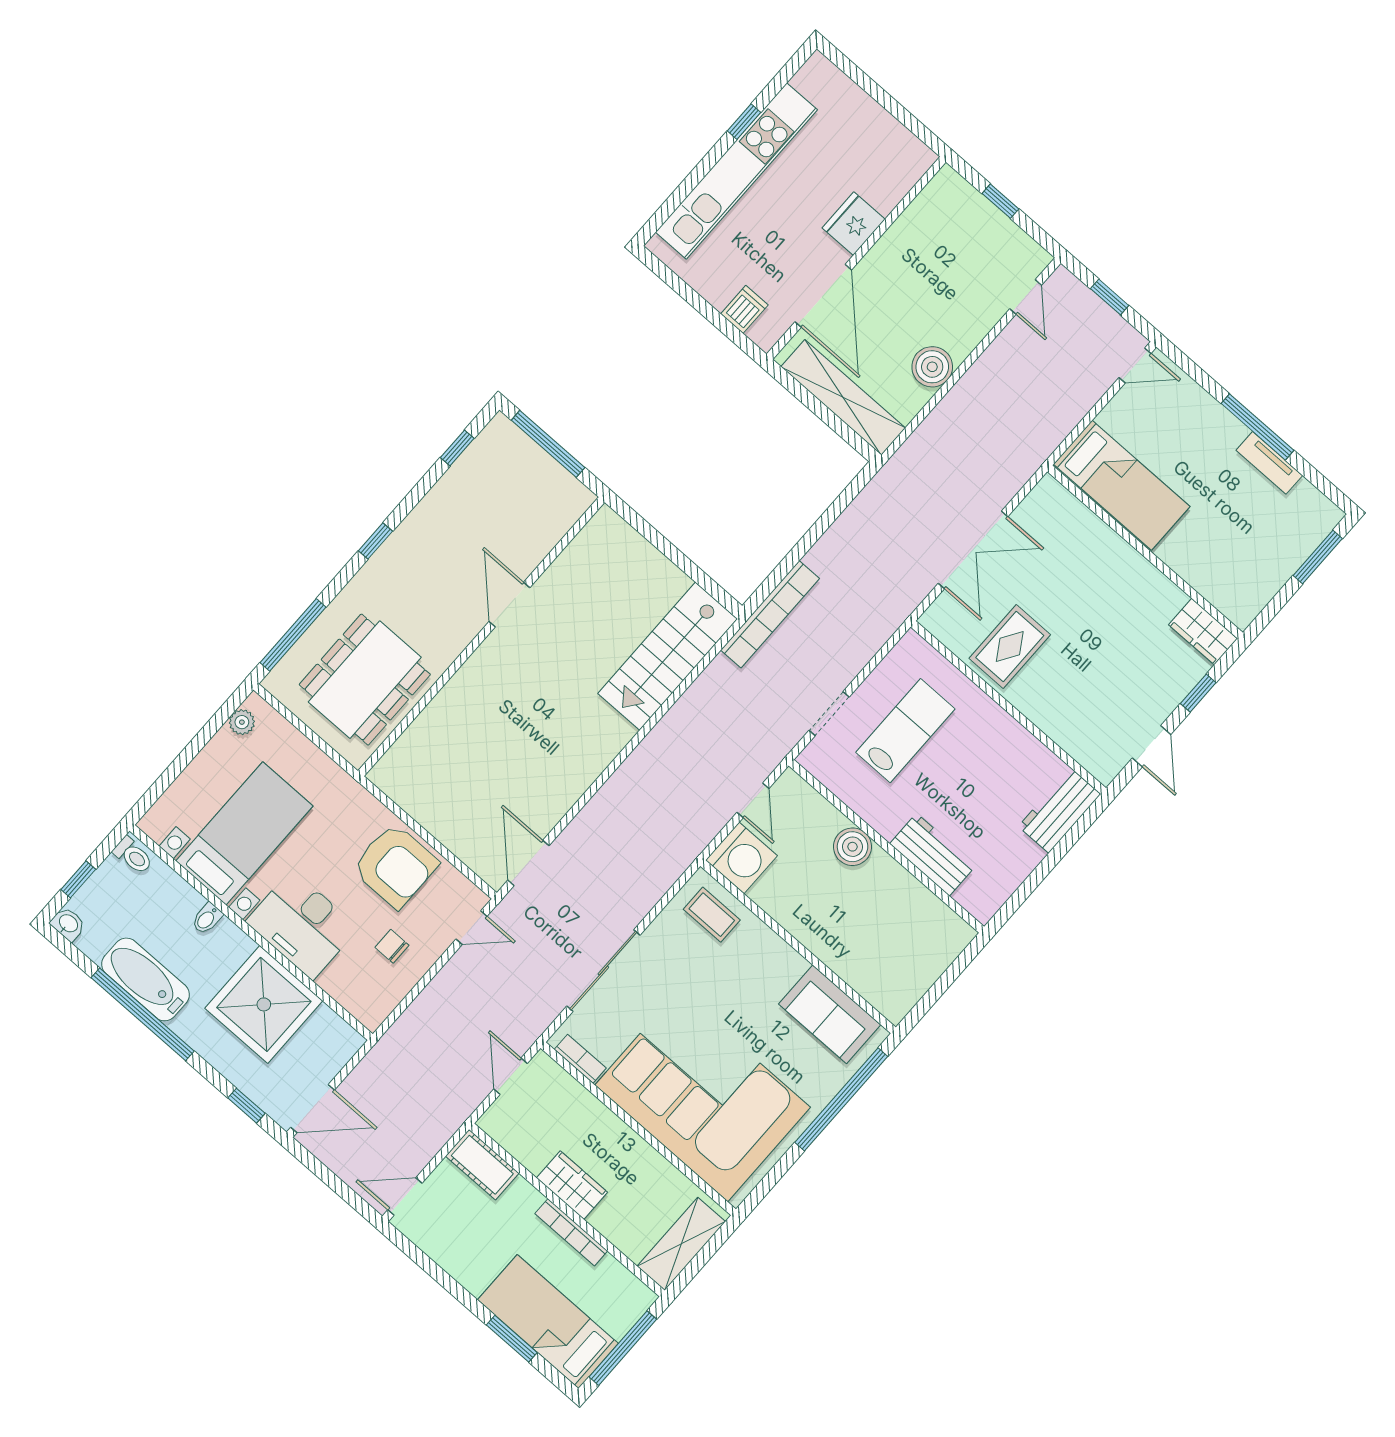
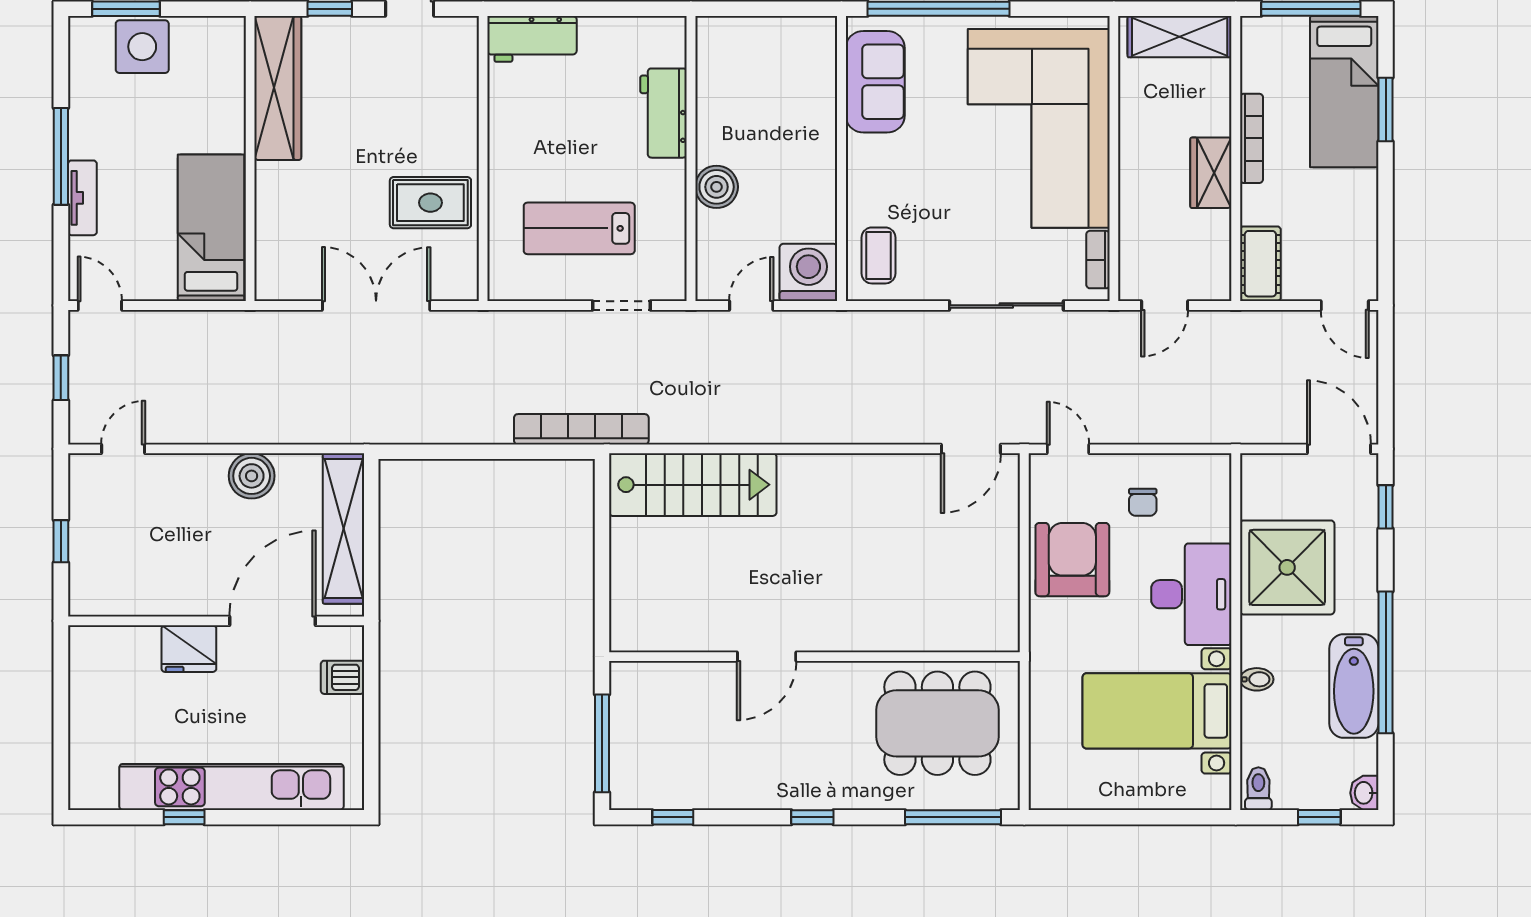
tv unit: (1269, 463) -> (82, 198), moved
side table: (1283, 546) -> (142, 47), added
wardrobe: (1203, 632) -> (278, 88), width x2.10, depth x1.17
plant: (242, 722) -> (1065, 796), removed

